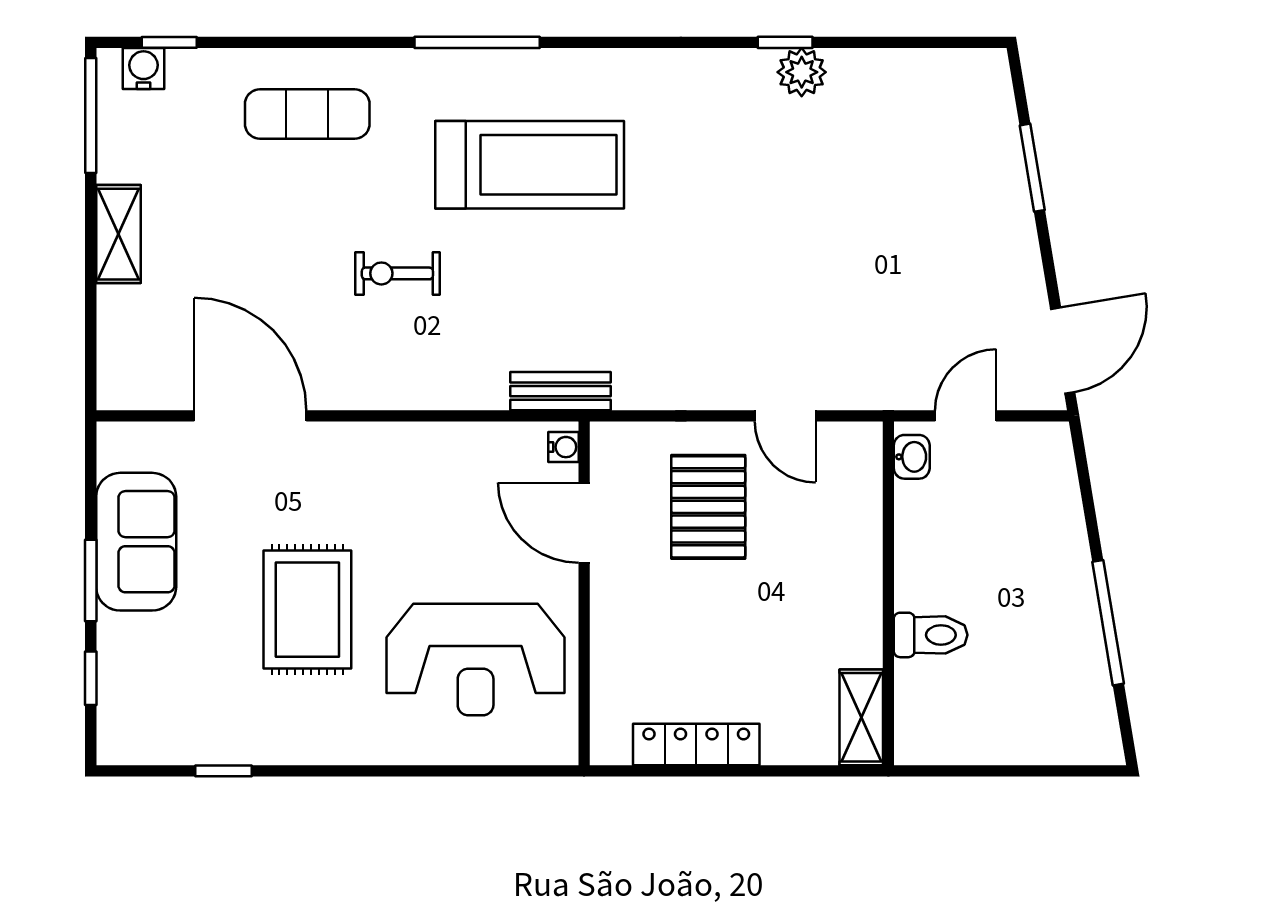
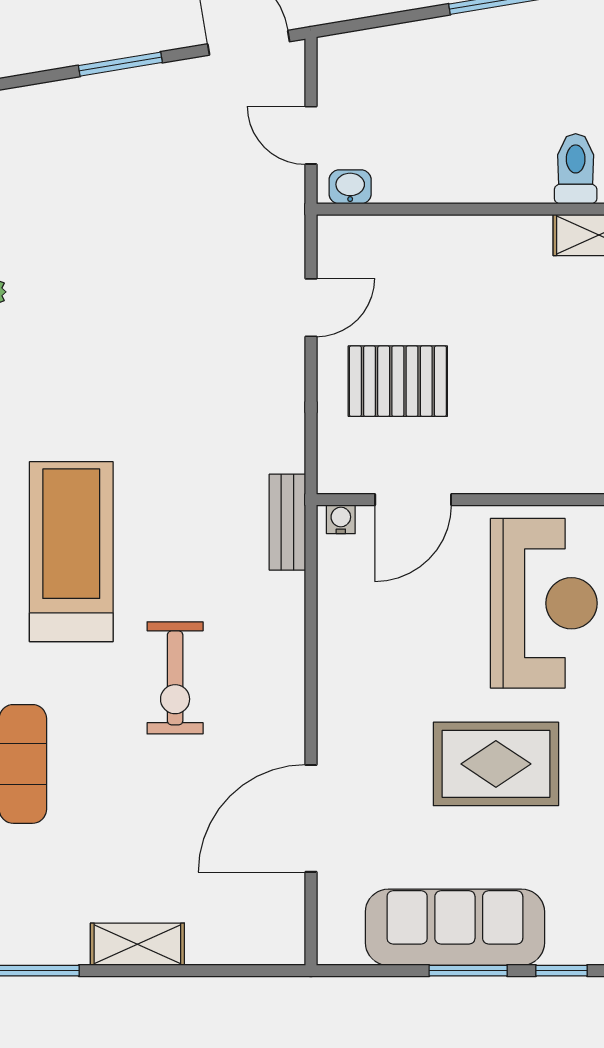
window: (1032, 168) -> (120, 64), moved
exercise bike: (397, 273) -> (175, 678), width x1.38, depth x1.39
sofa: (136, 542) -> (455, 927), width x1.36
toilet: (931, 635) -> (576, 169), moved

